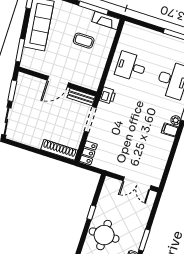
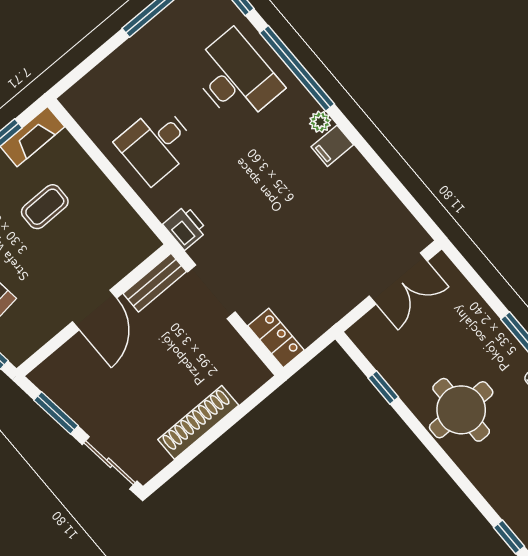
shoe rack: (59, 150) -> (198, 422), moved
window: (91, 212) -> (383, 388), moved

